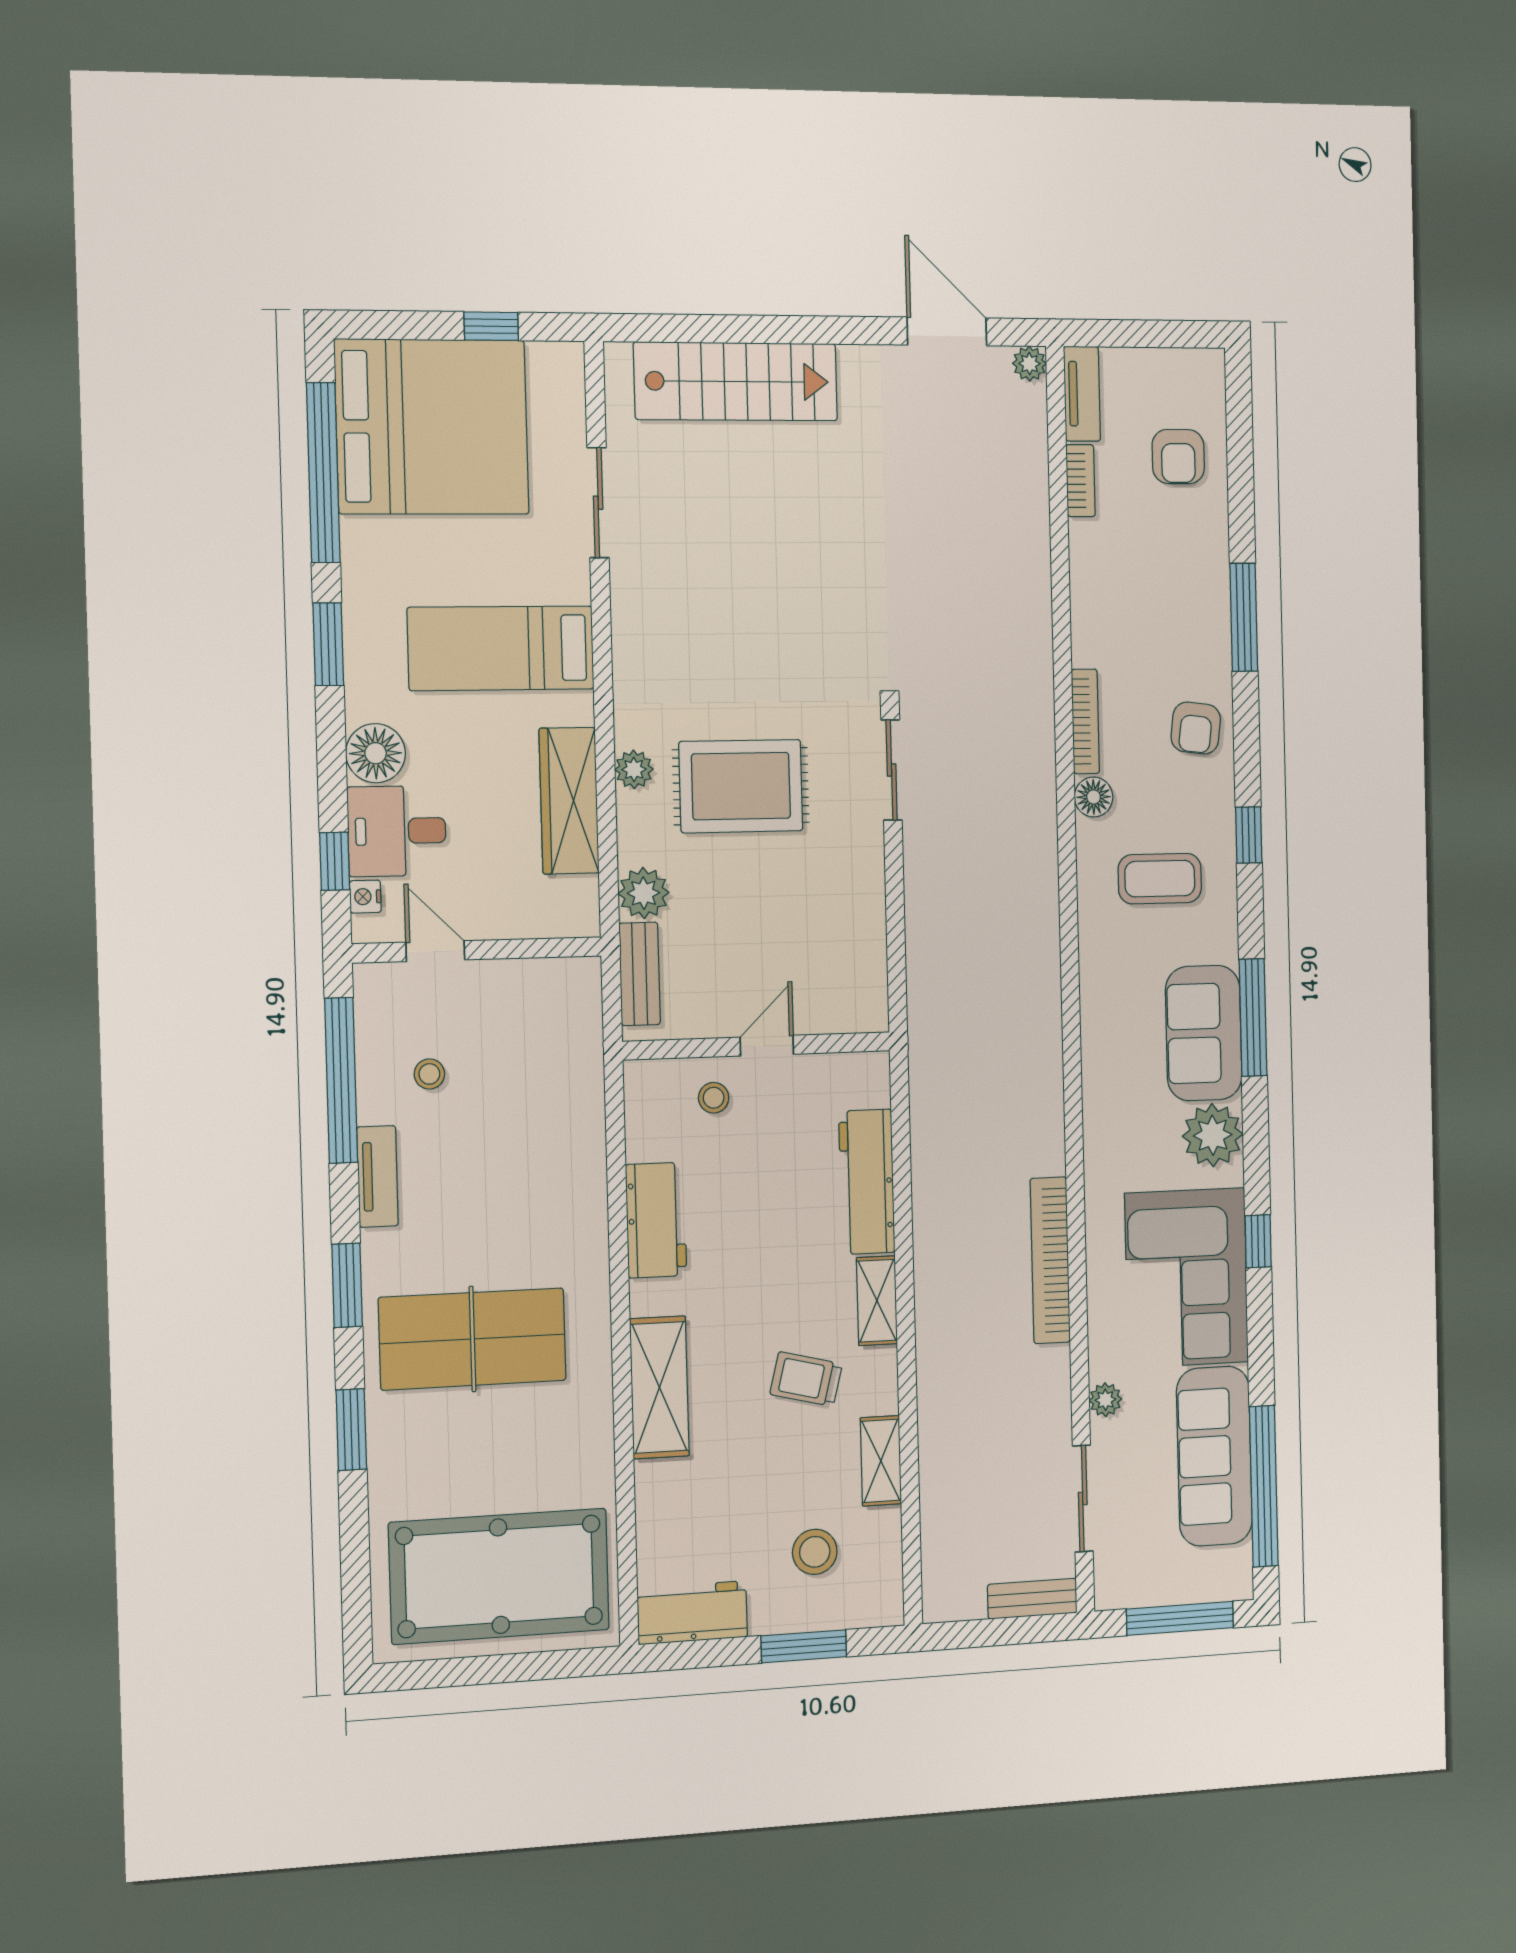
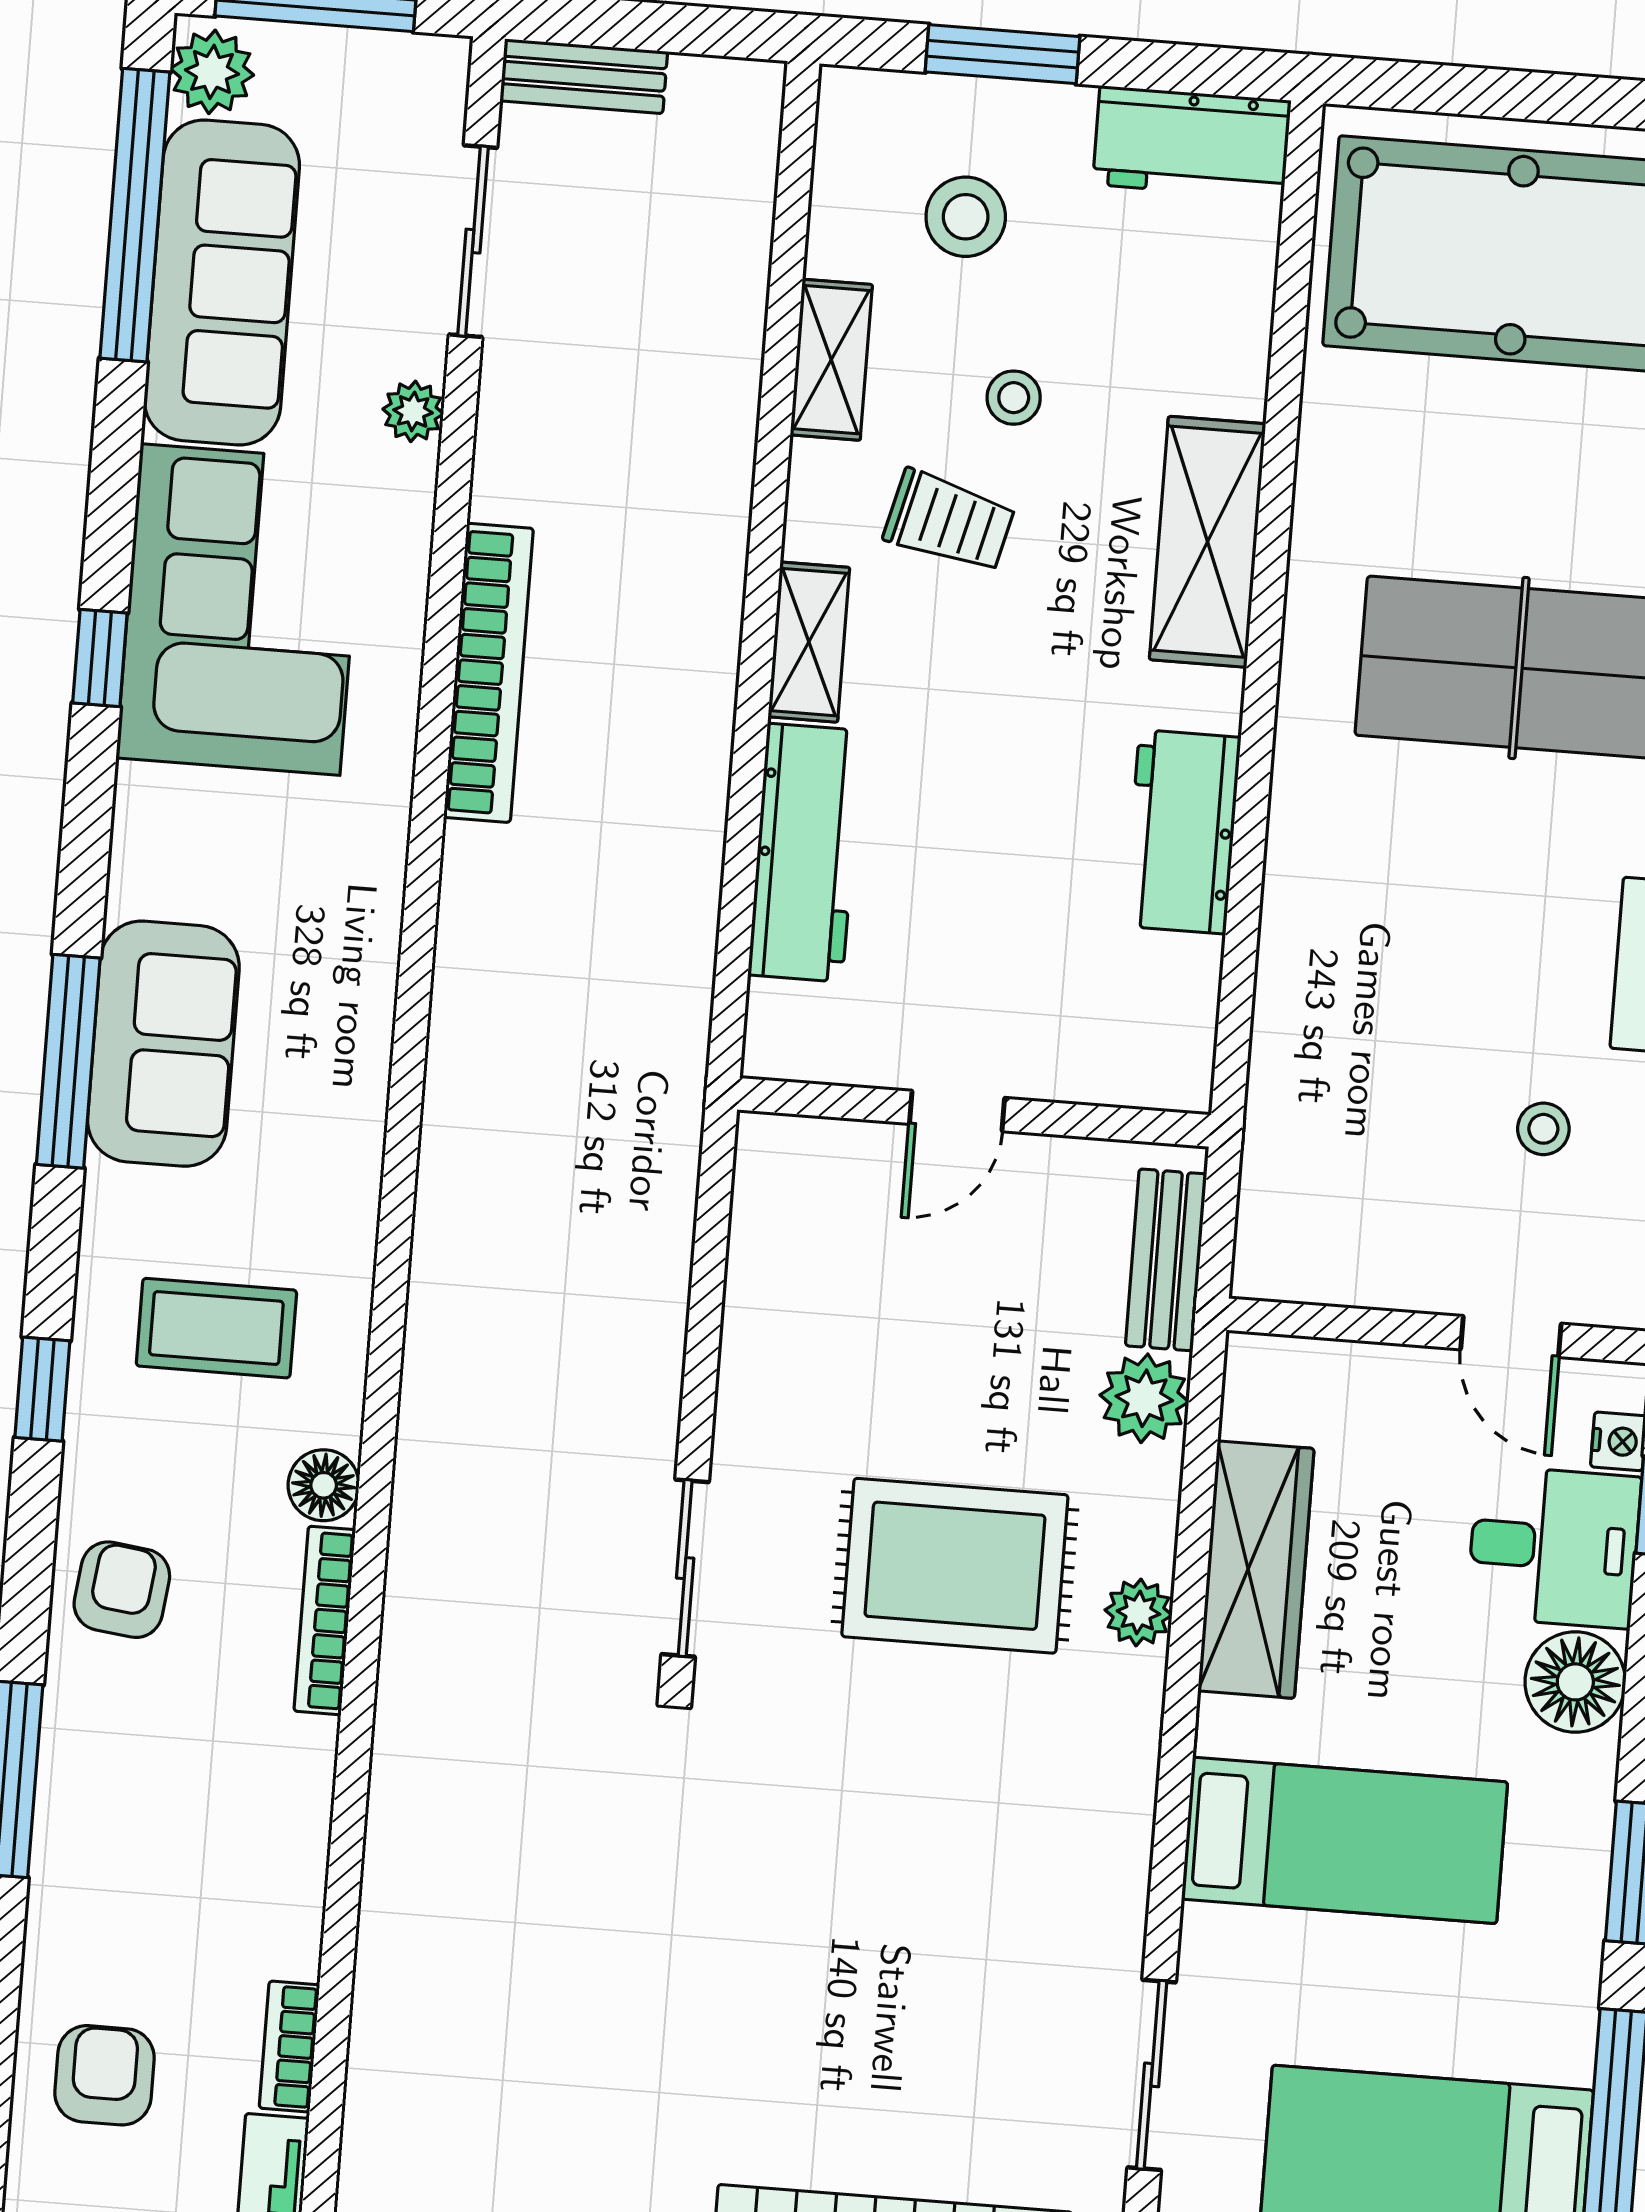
stool: (714, 1098) -> (1014, 398), moved
plant: (1213, 1135) -> (212, 72), moved, width x0.73, depth x0.73

